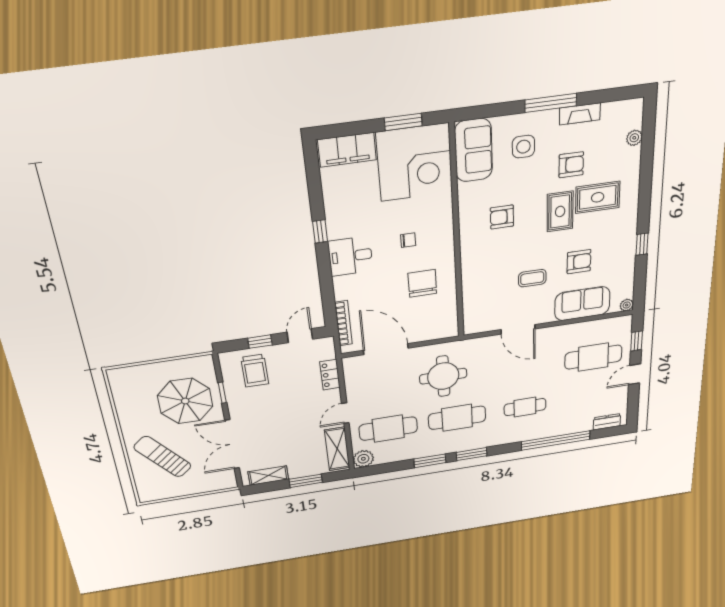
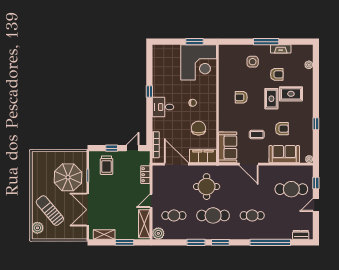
filing cabinet: (347, 150) -> (203, 156), moved, turned 180
sofa: (473, 150) -> (228, 147), moved
cafe table: (388, 429) -> (174, 215), width x0.73, depth x0.74
plant: (146, 485) -> (37, 228), added

